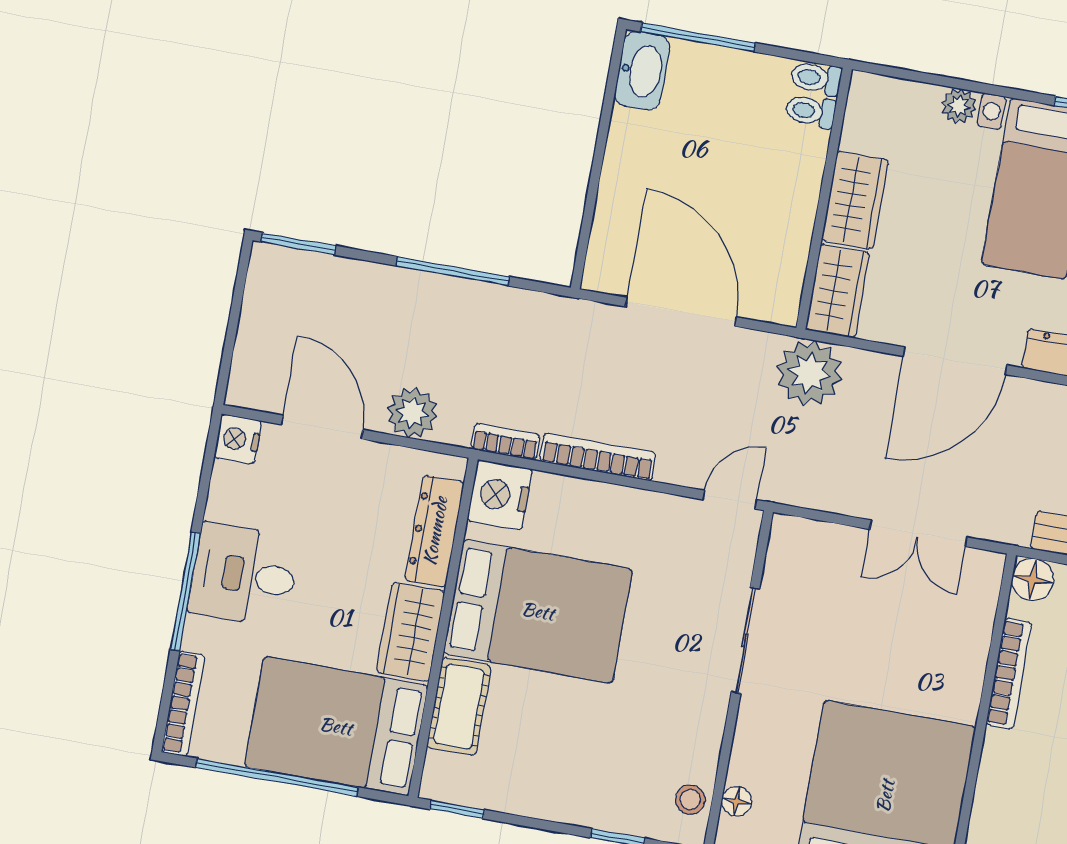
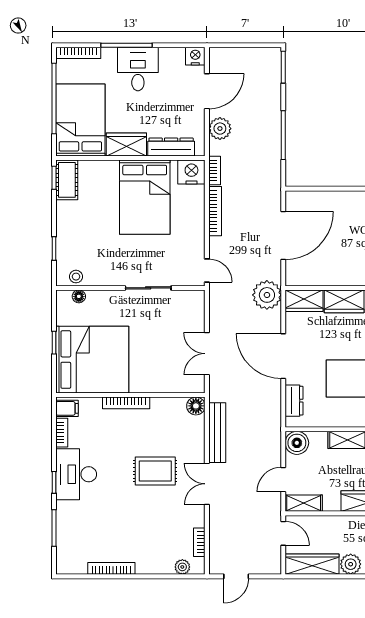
bookcase: (1009, 674) -> (126, 403), moved
cot: (459, 707) -> (67, 180), moved, turned 90

